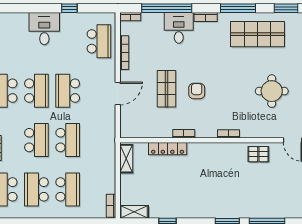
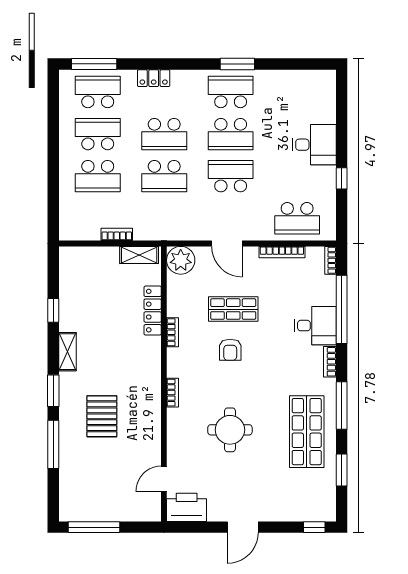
armchair: (197, 91) -> (230, 350), turned 90
round table: (272, 91) -> (230, 430), moved
plant: (130, 128) -> (181, 260), added
pallet: (258, 154) -> (102, 416), moved, width x1.50, depth x1.42
bookcase: (111, 206) -> (117, 234), moved
shelving: (134, 212) -> (67, 352), moved

